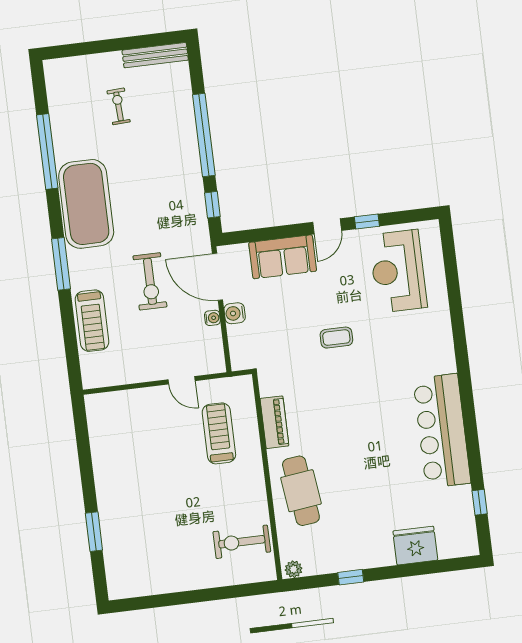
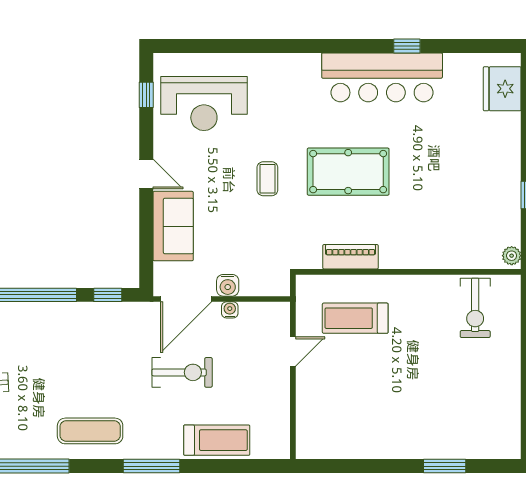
exercise mat: (86, 204) -> (90, 431), width x0.50, depth x0.69
window: (367, 222) -> (146, 95), moved
pool table: (352, 411) -> (348, 172), added
cafe table: (301, 491) -> (428, 237), removed
window: (480, 502) -> (407, 46), moved
fridge: (415, 546) -> (502, 89), moved

